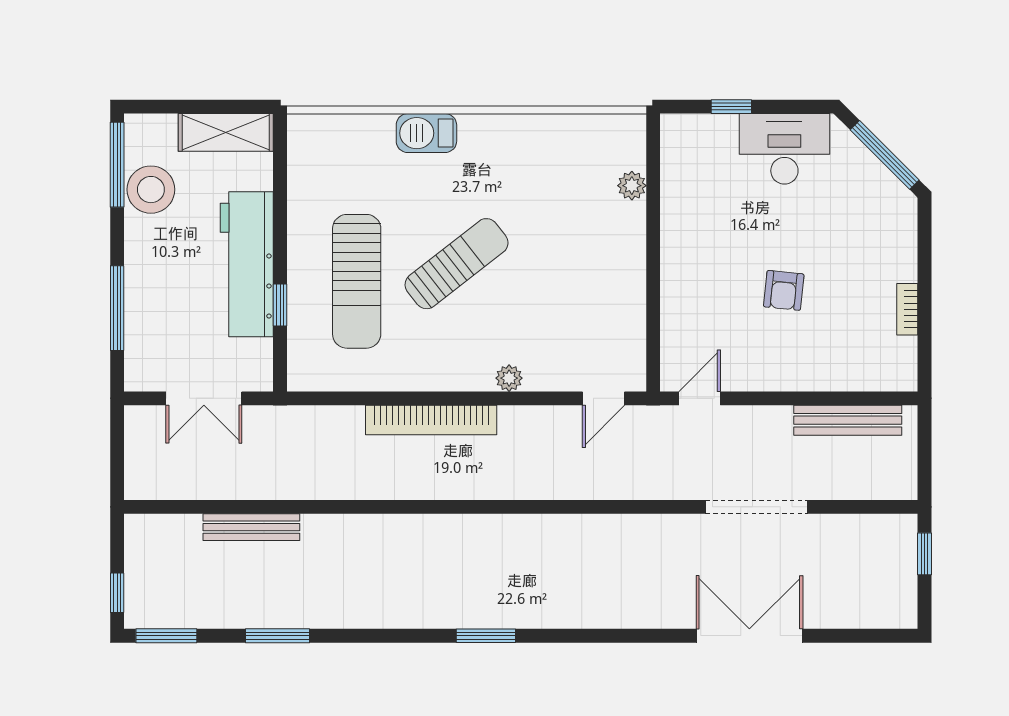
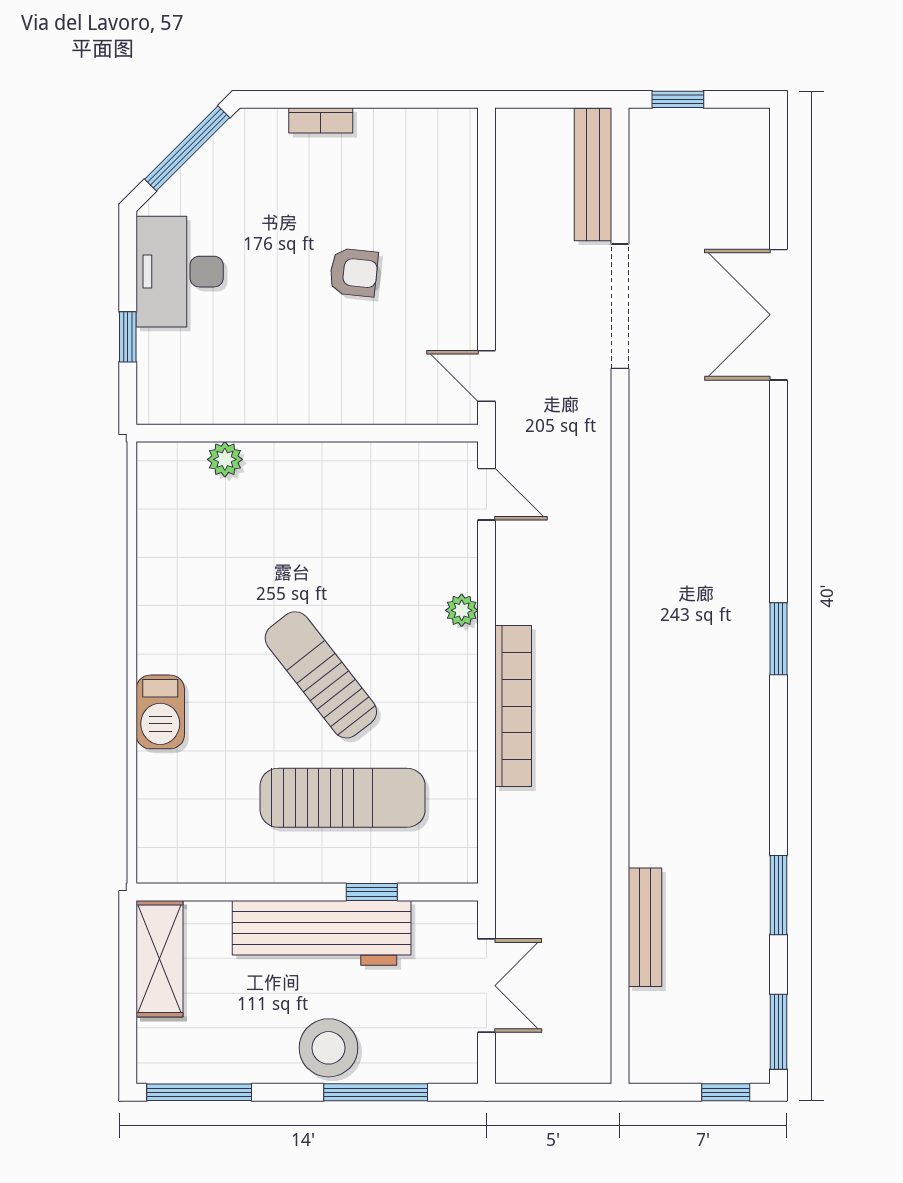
stool: (151, 190) -> (328, 1048), moved
bookcase: (907, 309) -> (321, 120), moved
bench: (848, 420) -> (593, 175), moved

